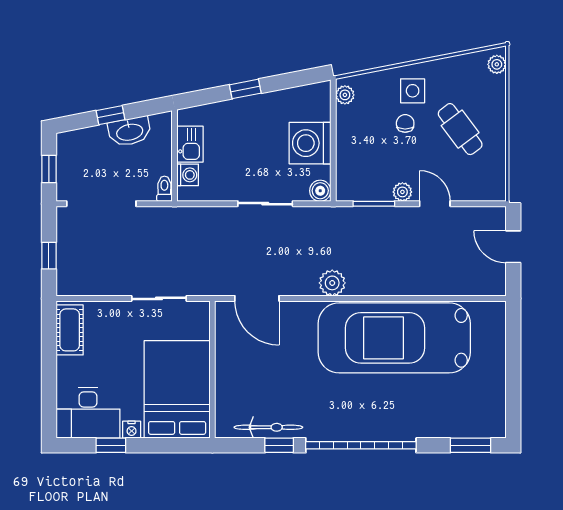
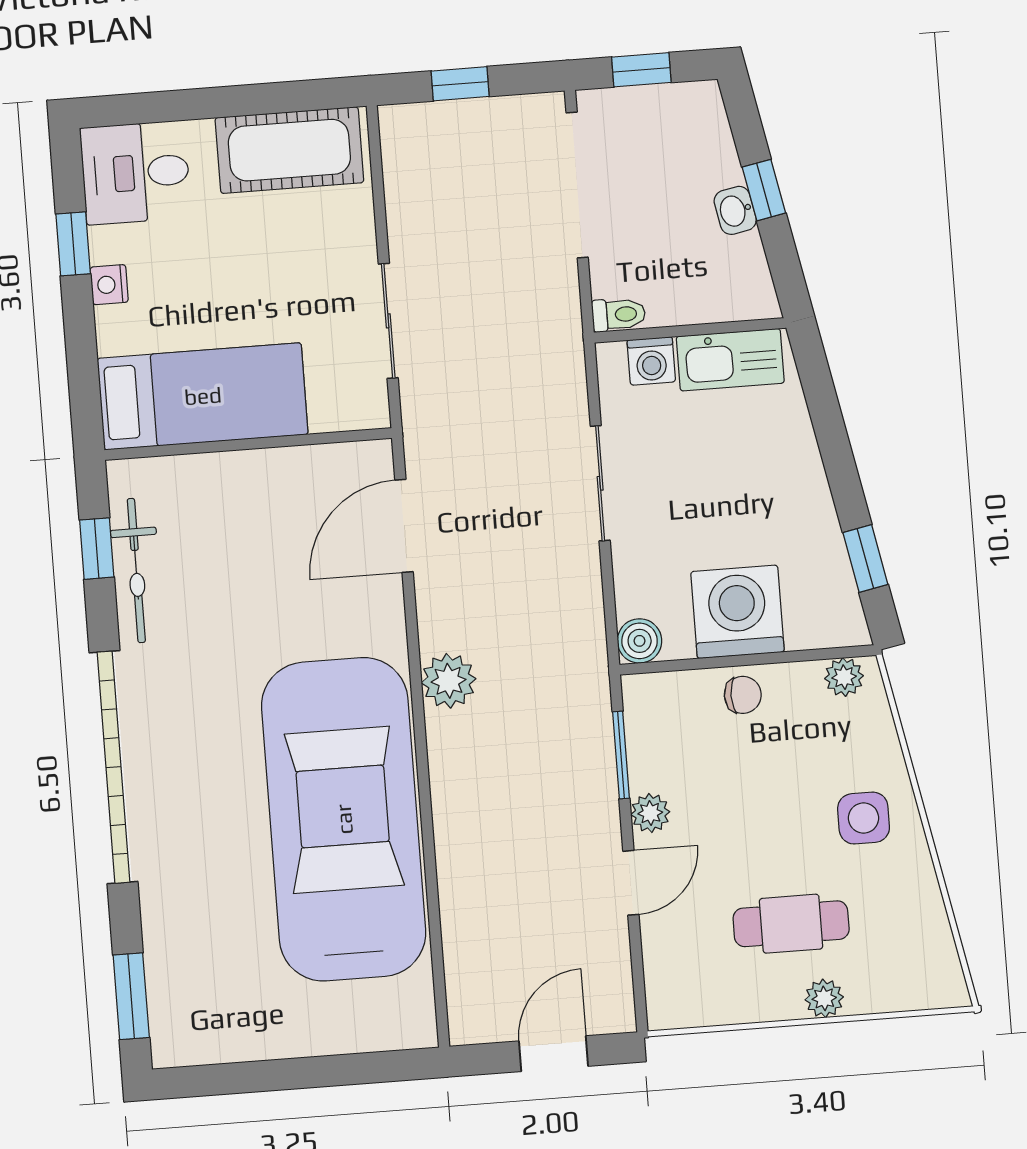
plant: (497, 64) -> (824, 998), moved
window: (245, 89) -> (865, 558), moved
chair: (405, 123) -> (743, 695), moved
cafe table: (460, 129) -> (791, 924), turned 37
washbasin: (130, 131) -> (735, 210), width x0.52, depth x0.69
kitchen sink: (190, 144) -> (730, 360), width x1.38
sliding door: (265, 204) -> (600, 483), moved
cot: (70, 330) -> (289, 150), width x1.37, depth x1.34
bed: (177, 389) -> (203, 396), width x0.67
desk: (88, 413) -> (136, 173), width x0.73
window: (279, 445) -> (97, 549), moved

